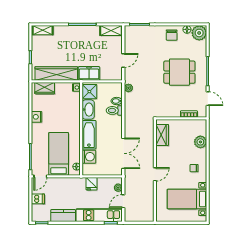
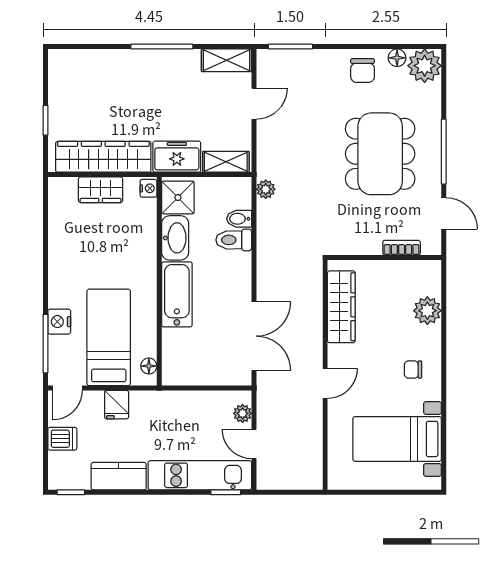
shelving: (43, 30) -> (226, 162), moved
door: (123, 60) -> (254, 104), moved
dining table: (179, 72) -> (380, 154), width x1.38
wardrobe: (45, 88) -> (101, 190), moved
nightstand: (37, 117) -> (59, 322), moved
wardrobe: (162, 135) -> (341, 307), width x1.50
washing machine: (89, 157) -> (177, 344), removed
fridge: (92, 184) -> (117, 405), moved
door: (123, 201) -> (254, 444), hinge flipped

